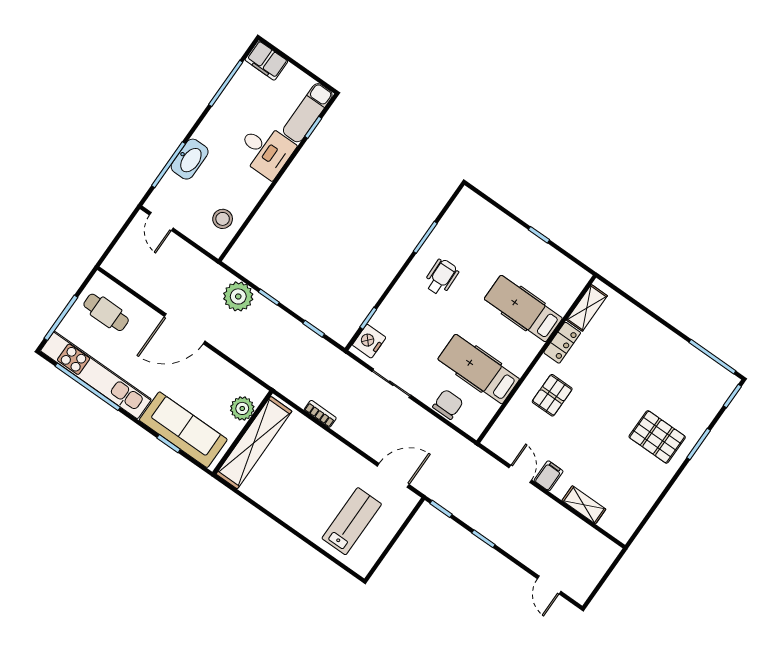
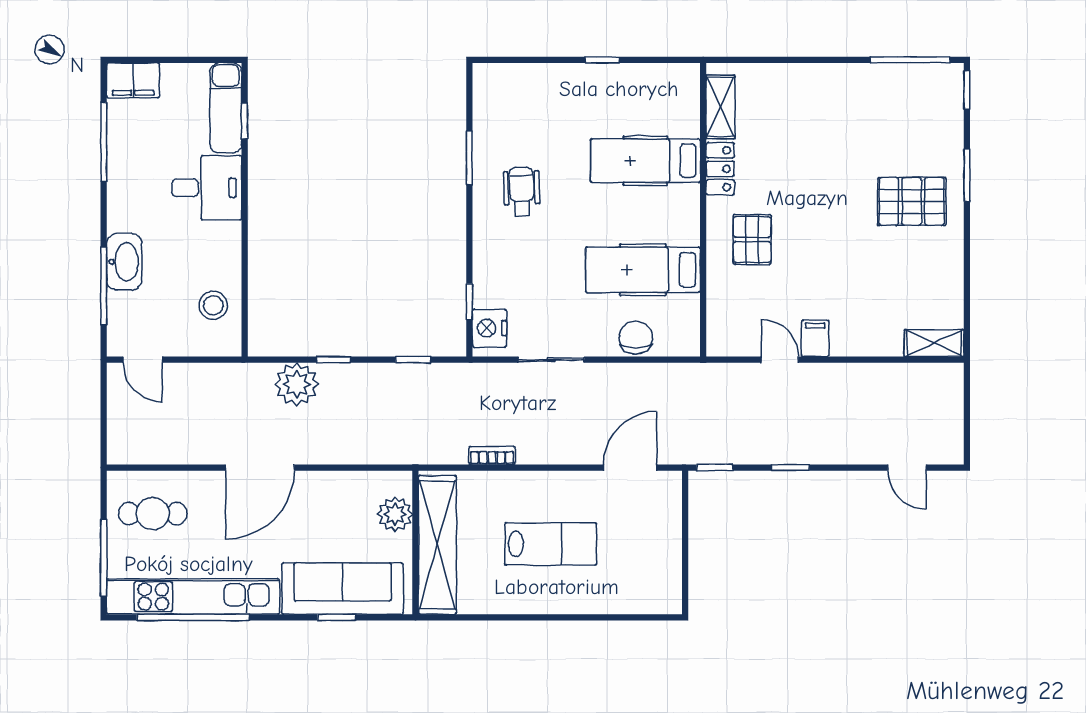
shelving: (584, 505) -> (934, 343), moved
lab bench: (352, 521) -> (551, 544), moved, turned 90

